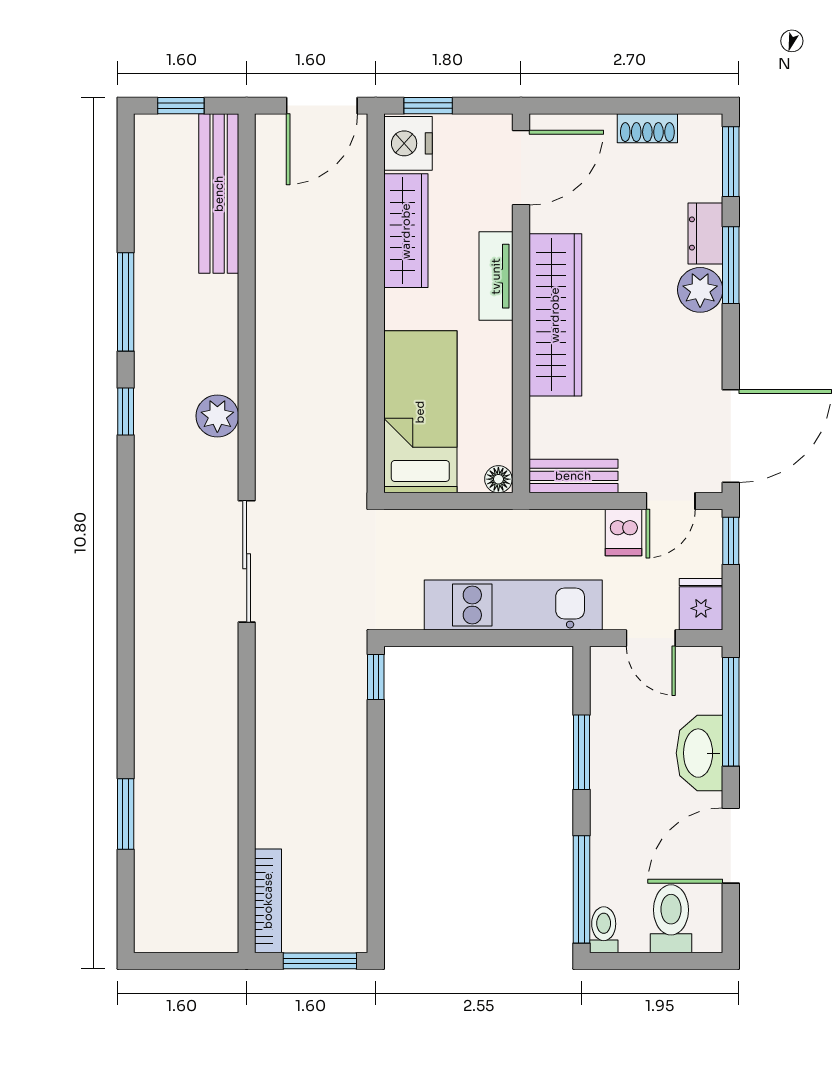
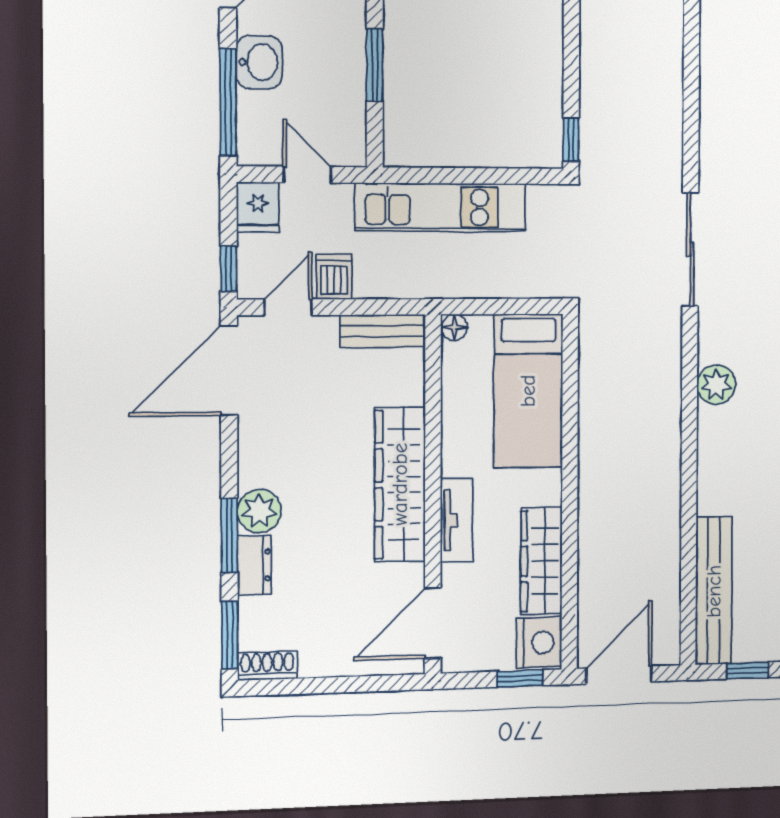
shoe rack: (647, 128) -> (267, 666), moved
washbasin: (699, 753) -> (259, 62), width x0.72

